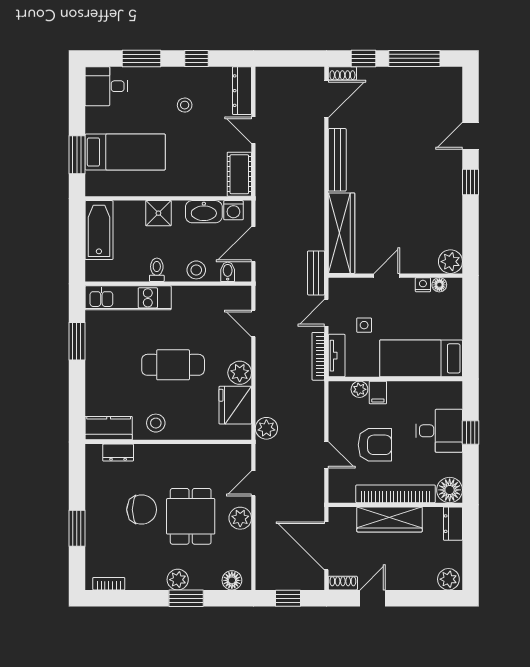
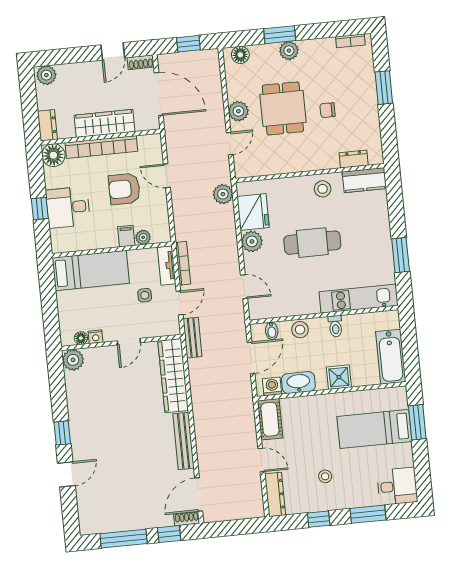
chair: (142, 510) -> (328, 110), width x0.54, depth x0.54

